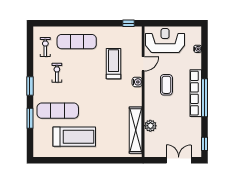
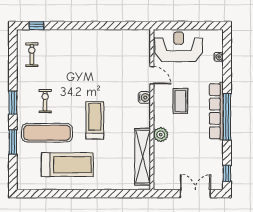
window: (129, 23) -> (36, 26), moved
exercise mat: (77, 42) -> (70, 48), removed
treadmill: (113, 64) -> (95, 120), moved
door: (143, 64) -> (152, 75), hinge flipped
exercise bike: (57, 73) -> (45, 101), moved
plant: (150, 126) -> (161, 135), moved

